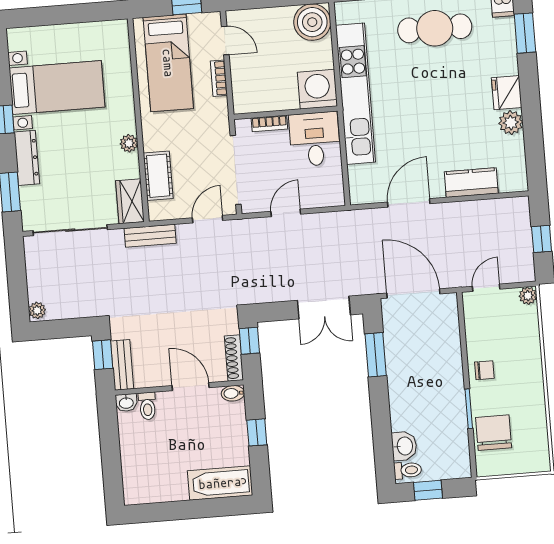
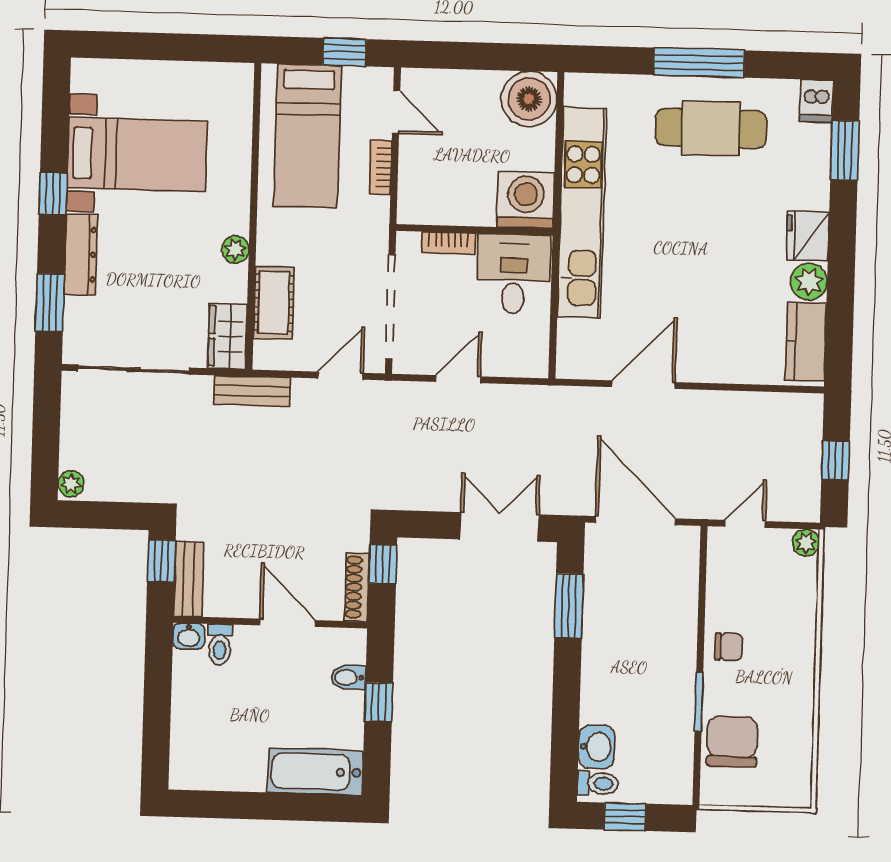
kitchen counter: (471, 183) -> (806, 342), moved, turned -90
double door: (324, 308) -> (499, 527), swing flipped
bidet: (233, 393) -> (348, 677), moved

